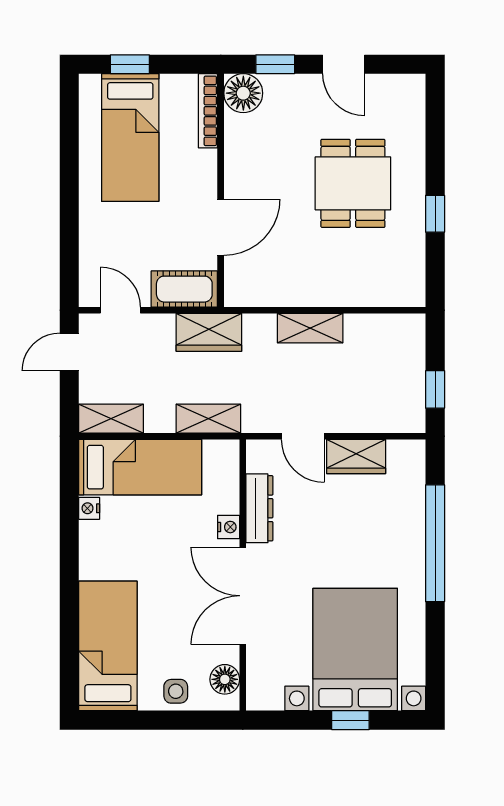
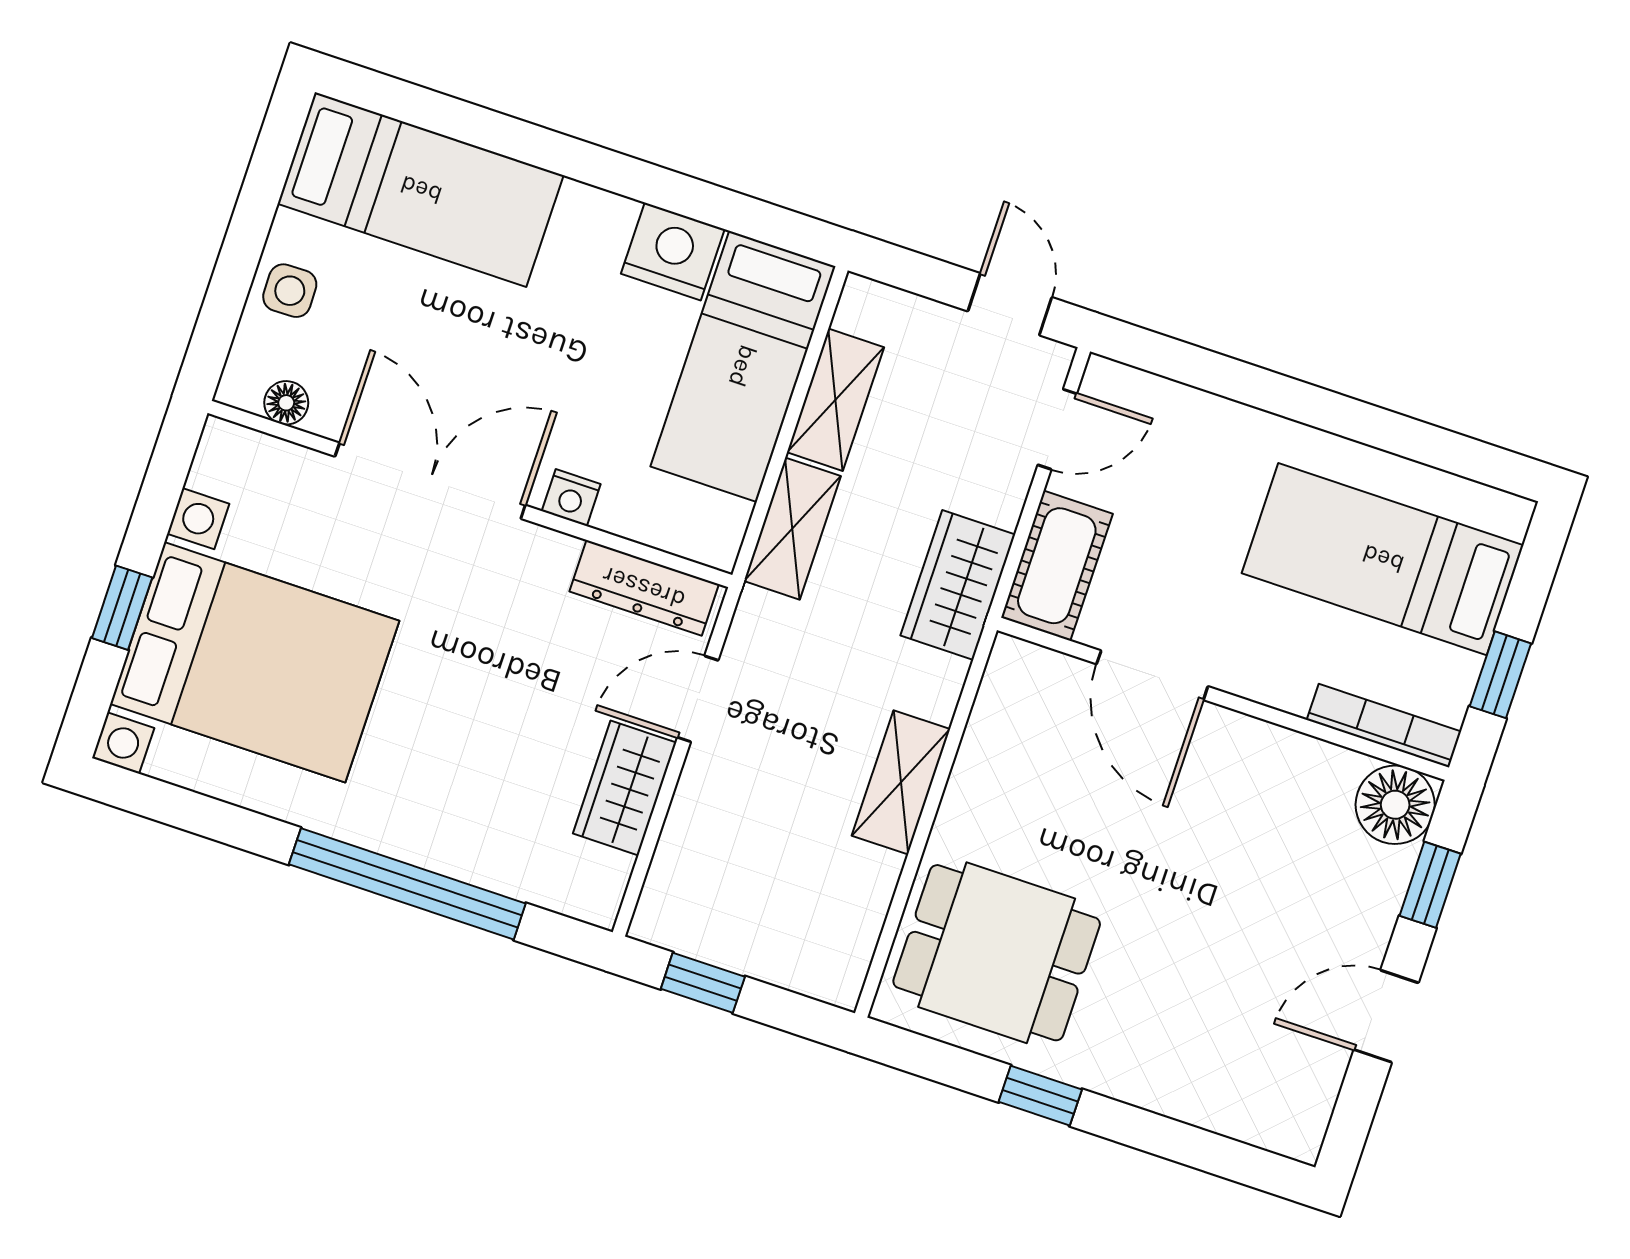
window: (130, 64) -> (1500, 675), moved
dining table: (353, 183) -> (997, 953), moved
shelving: (111, 419) -> (836, 400), moved
nightstand: (89, 508) -> (673, 251), width x1.89, depth x1.79
dresser: (259, 508) -> (644, 588), moved
floor lamp: (225, 679) -> (286, 403), width x0.73, depth x0.73

